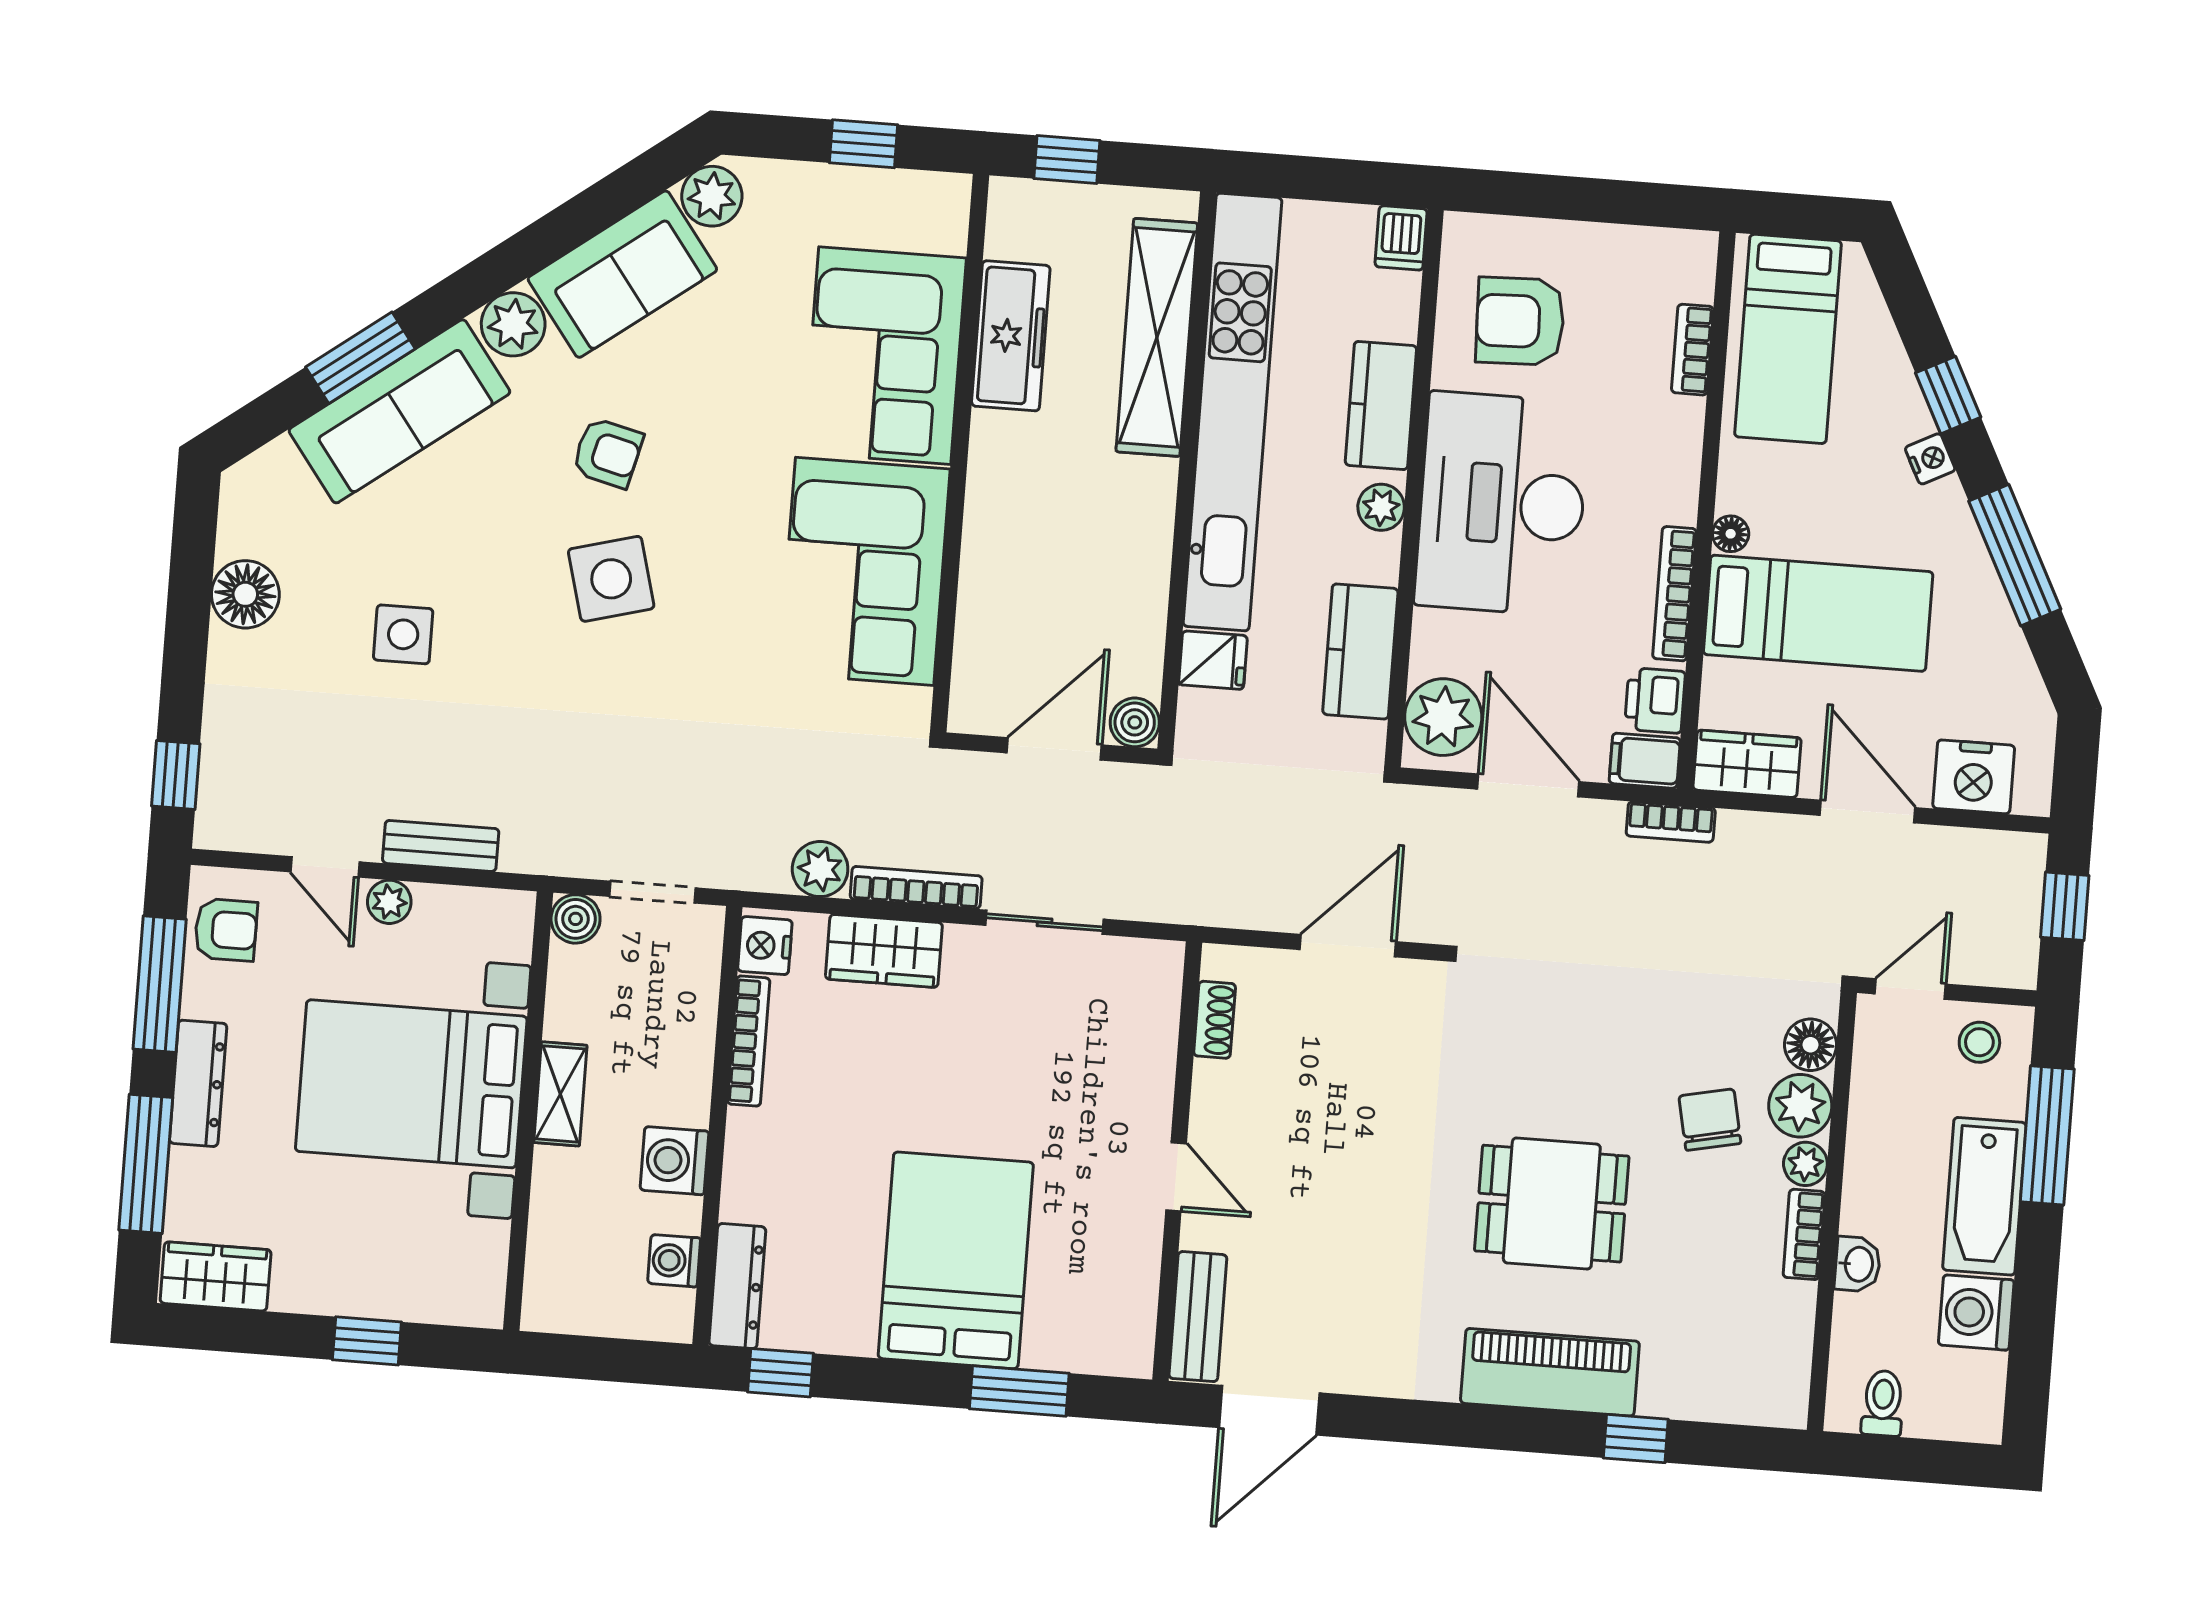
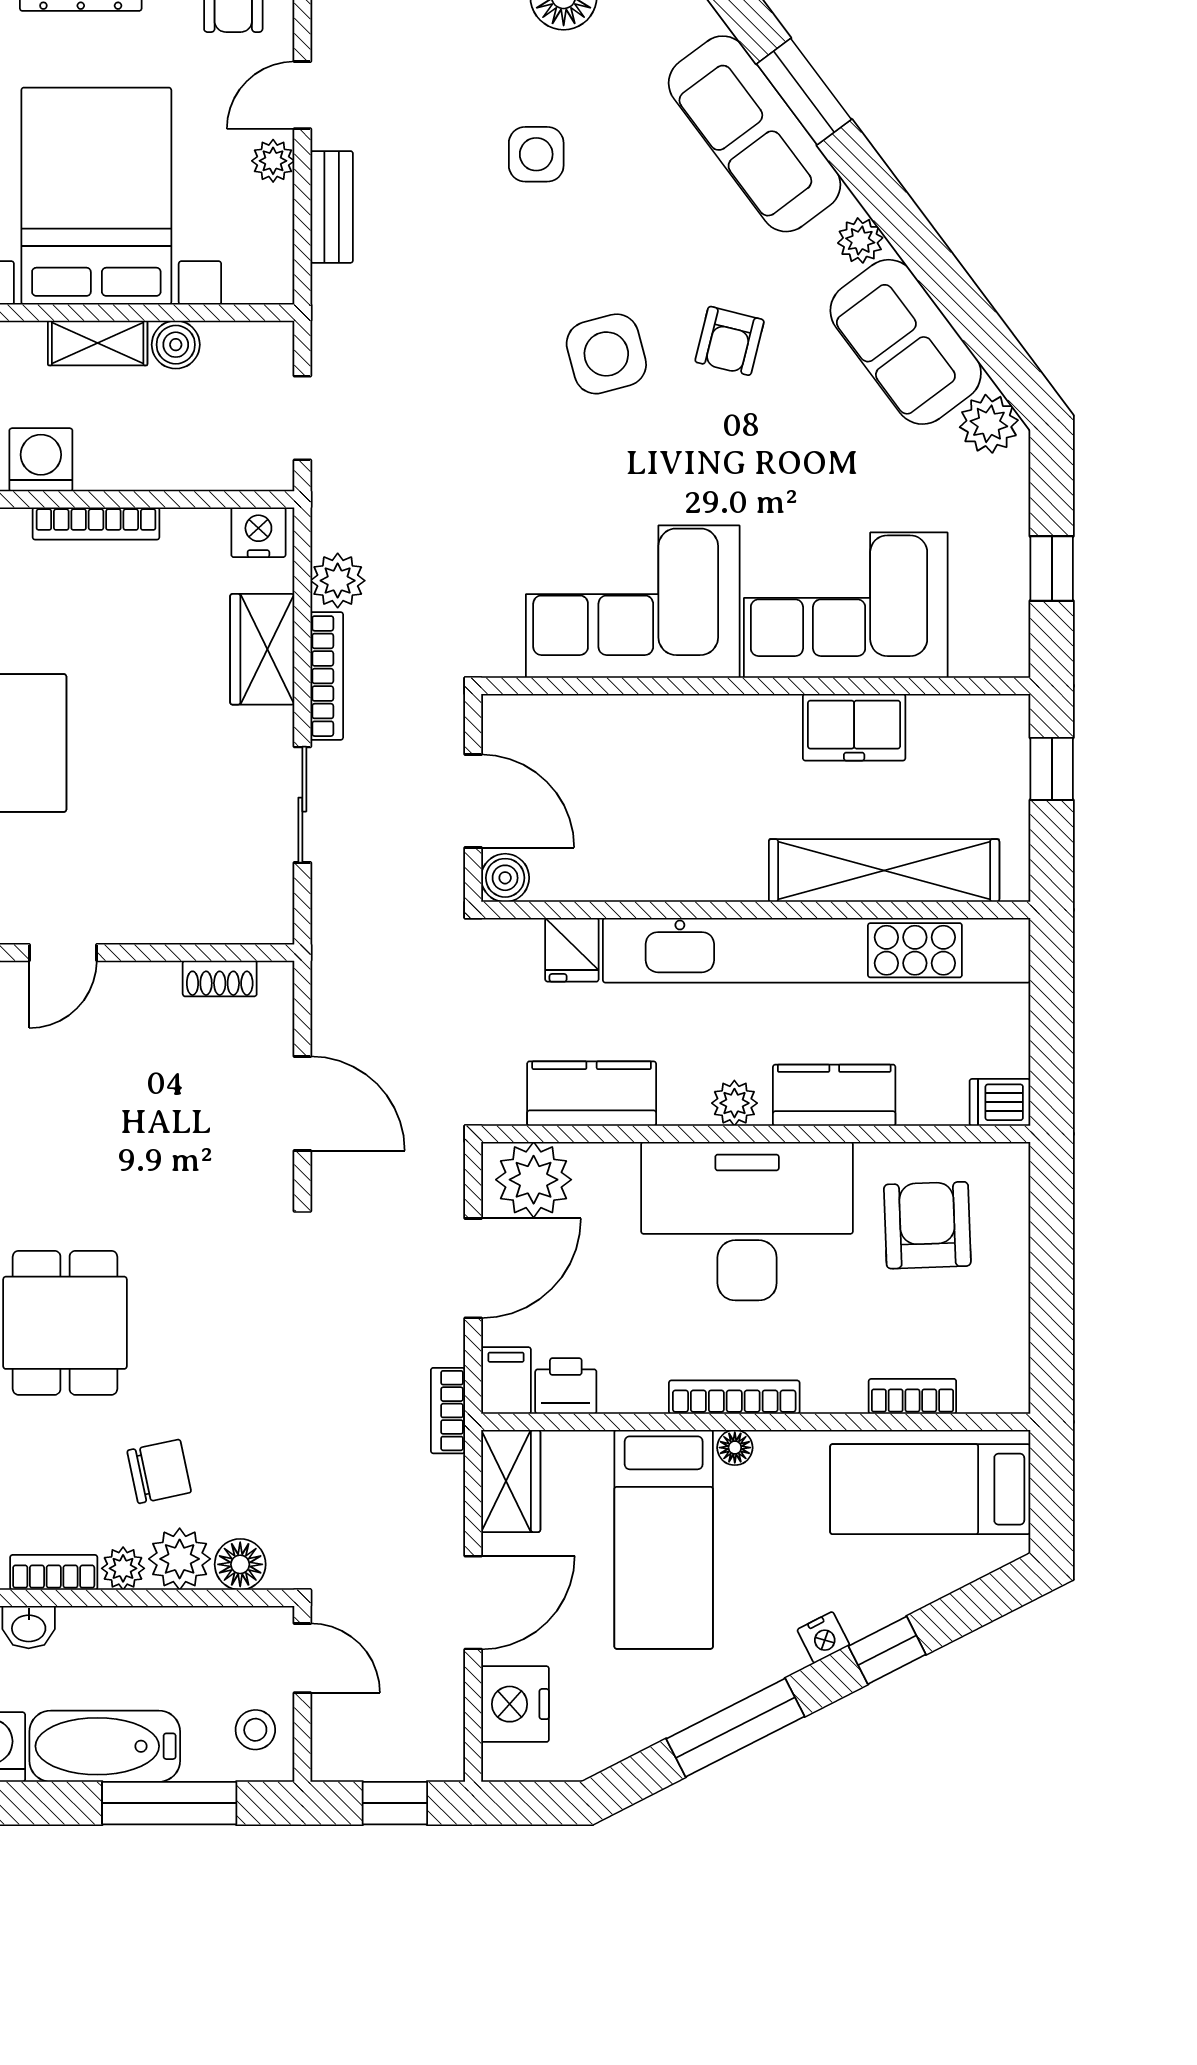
plant: (513, 324) -> (860, 240), width x0.73, depth x0.73
freezer: (1011, 336) -> (854, 727), width x0.71
bookcase: (1675, 594) -> (734, 1397), moved
boiler: (576, 919) -> (176, 345), moved
bookcase: (749, 1041) -> (96, 523), moved

